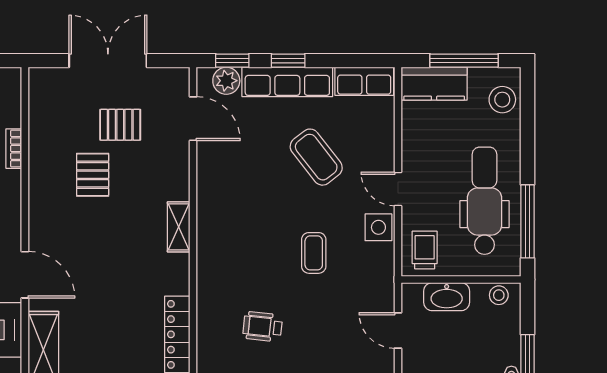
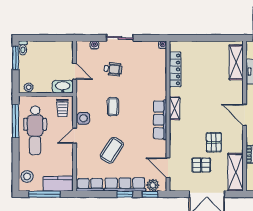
shelving: (45, 109) -> (236, 172), added
coffee table: (316, 157) -> (112, 150), turned 71
door: (398, 189) -> (75, 136), swing flipped
row of seats: (210, 224) -> (160, 120), added
shelving: (179, 227) -> (175, 108), moved
door: (25, 275) -> (245, 115), moved
washbasin: (447, 297) -> (63, 87), moved
wheelchair: (263, 327) -> (113, 69), moved

